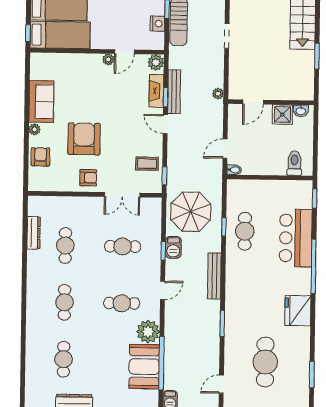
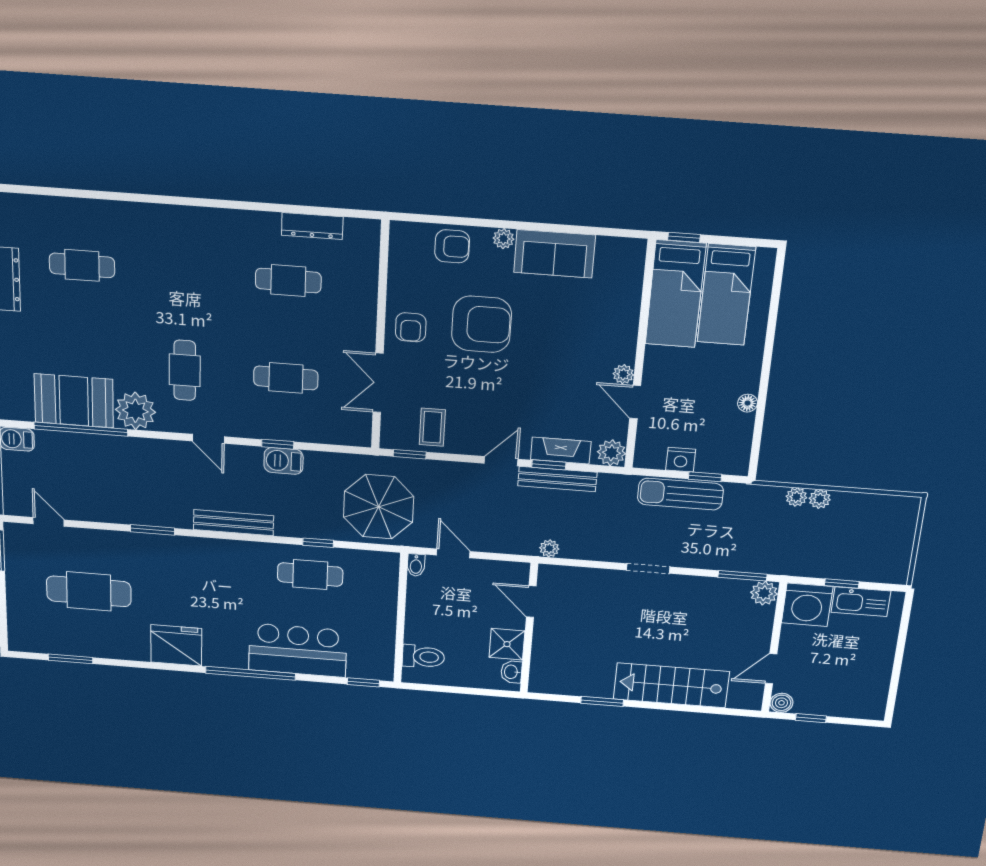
parasol: (191, 212) -> (379, 507), moved
cafe table: (123, 246) -> (286, 378), turned 90
cafe table: (64, 302) -> (185, 273), removed

